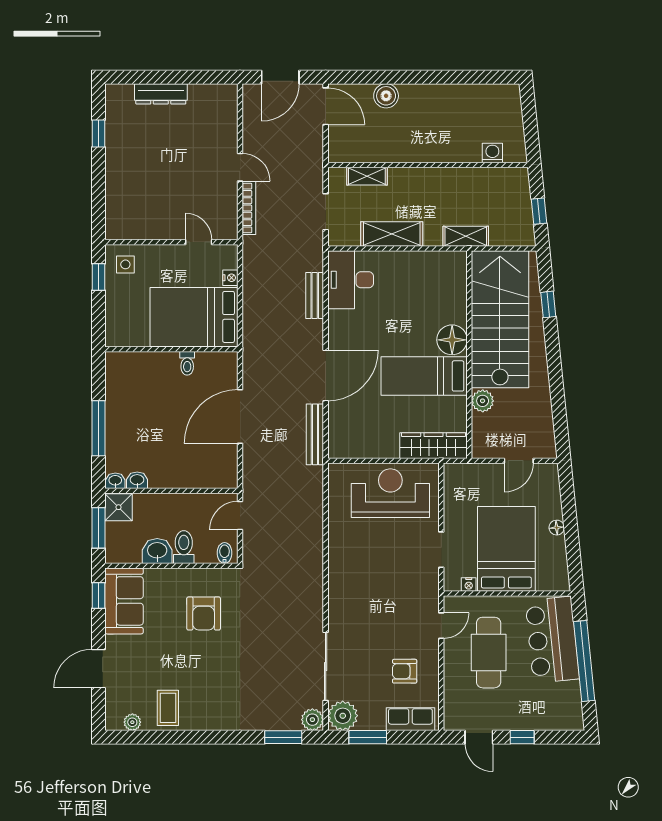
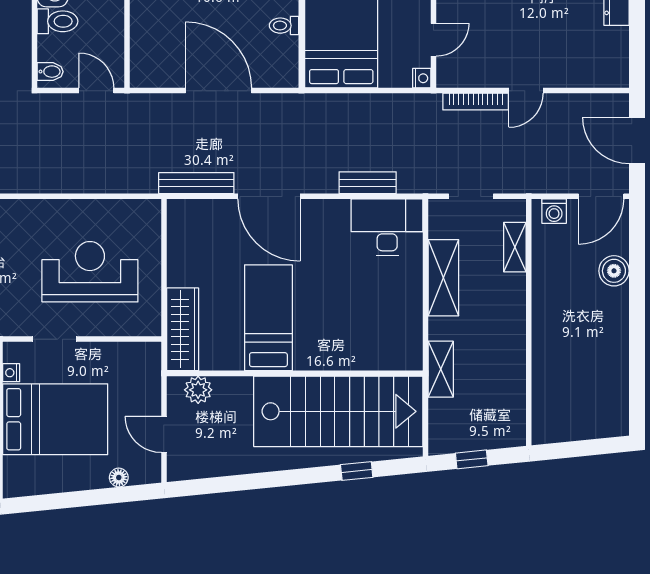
washing machine: (492, 153) -> (554, 211), moved, turned 90
nightstand: (230, 278) -> (422, 78), moved, turned -90
floor lamp: (452, 340) -> (313, 352), removed
plant: (483, 401) -> (198, 390), moved
reception desk: (390, 493) -> (90, 272), moved, turned -90
floor lamp: (557, 528) -> (119, 478), moved

